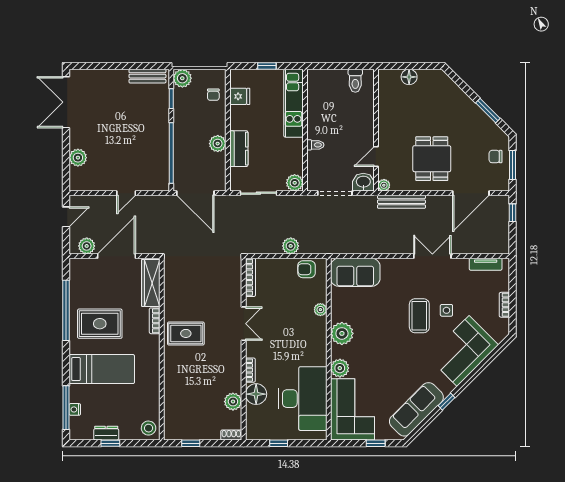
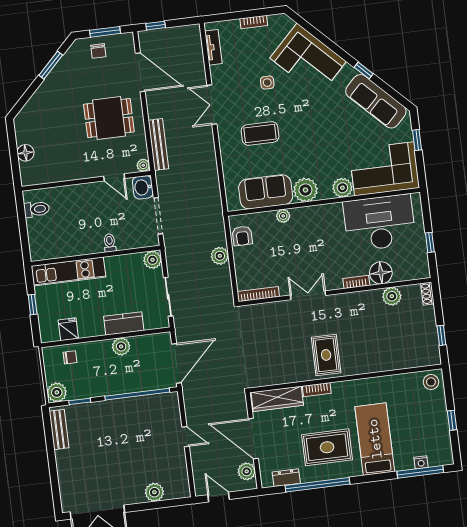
sofa: (355, 272) -> (266, 192), moved, turned -90
coffee table: (419, 316) -> (260, 134), moved
rug: (100, 324) -> (327, 447), turned 90
dresser: (106, 433) -> (286, 478), moved, turned 90

